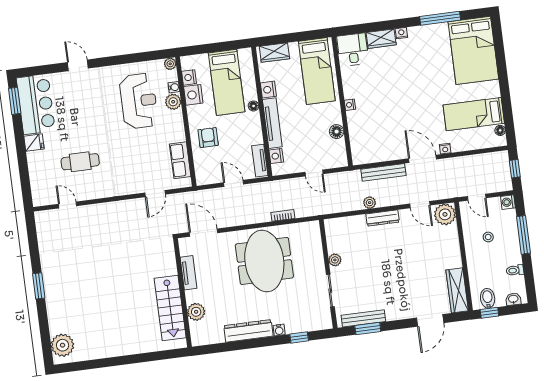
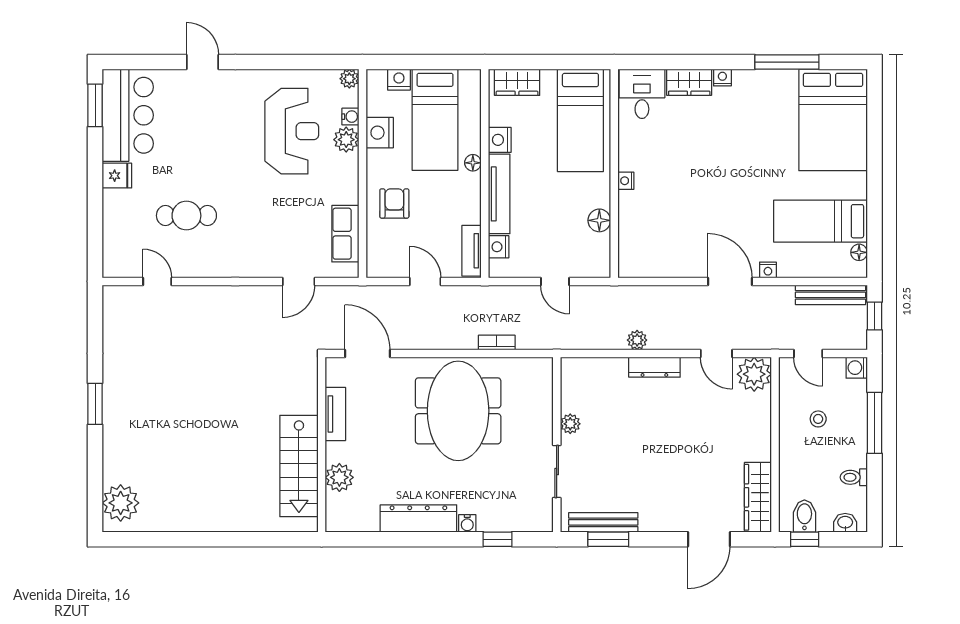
nightstand: (189, 77) -> (399, 80), moved, turned 90
bench: (383, 172) -> (830, 295), moved

